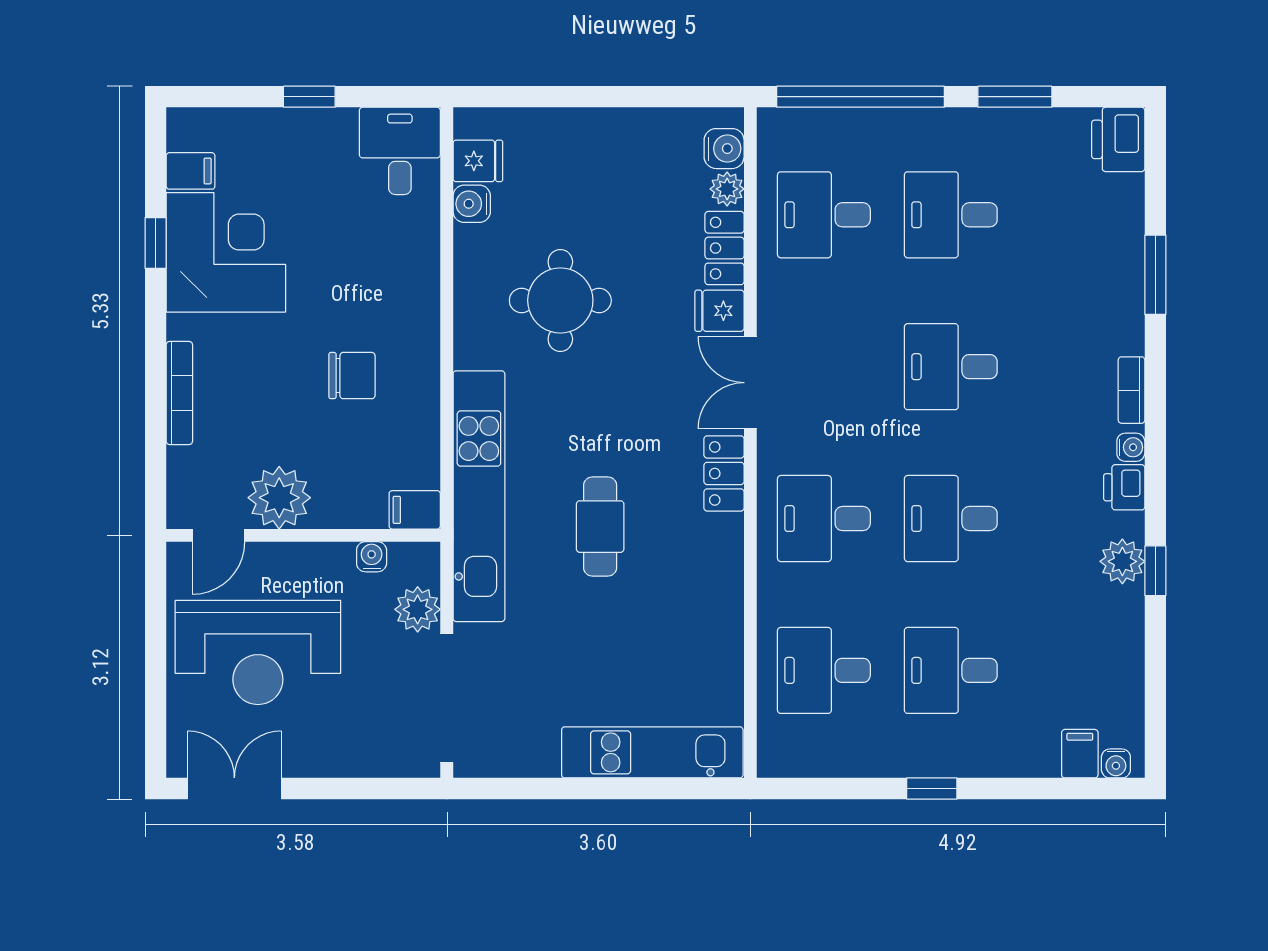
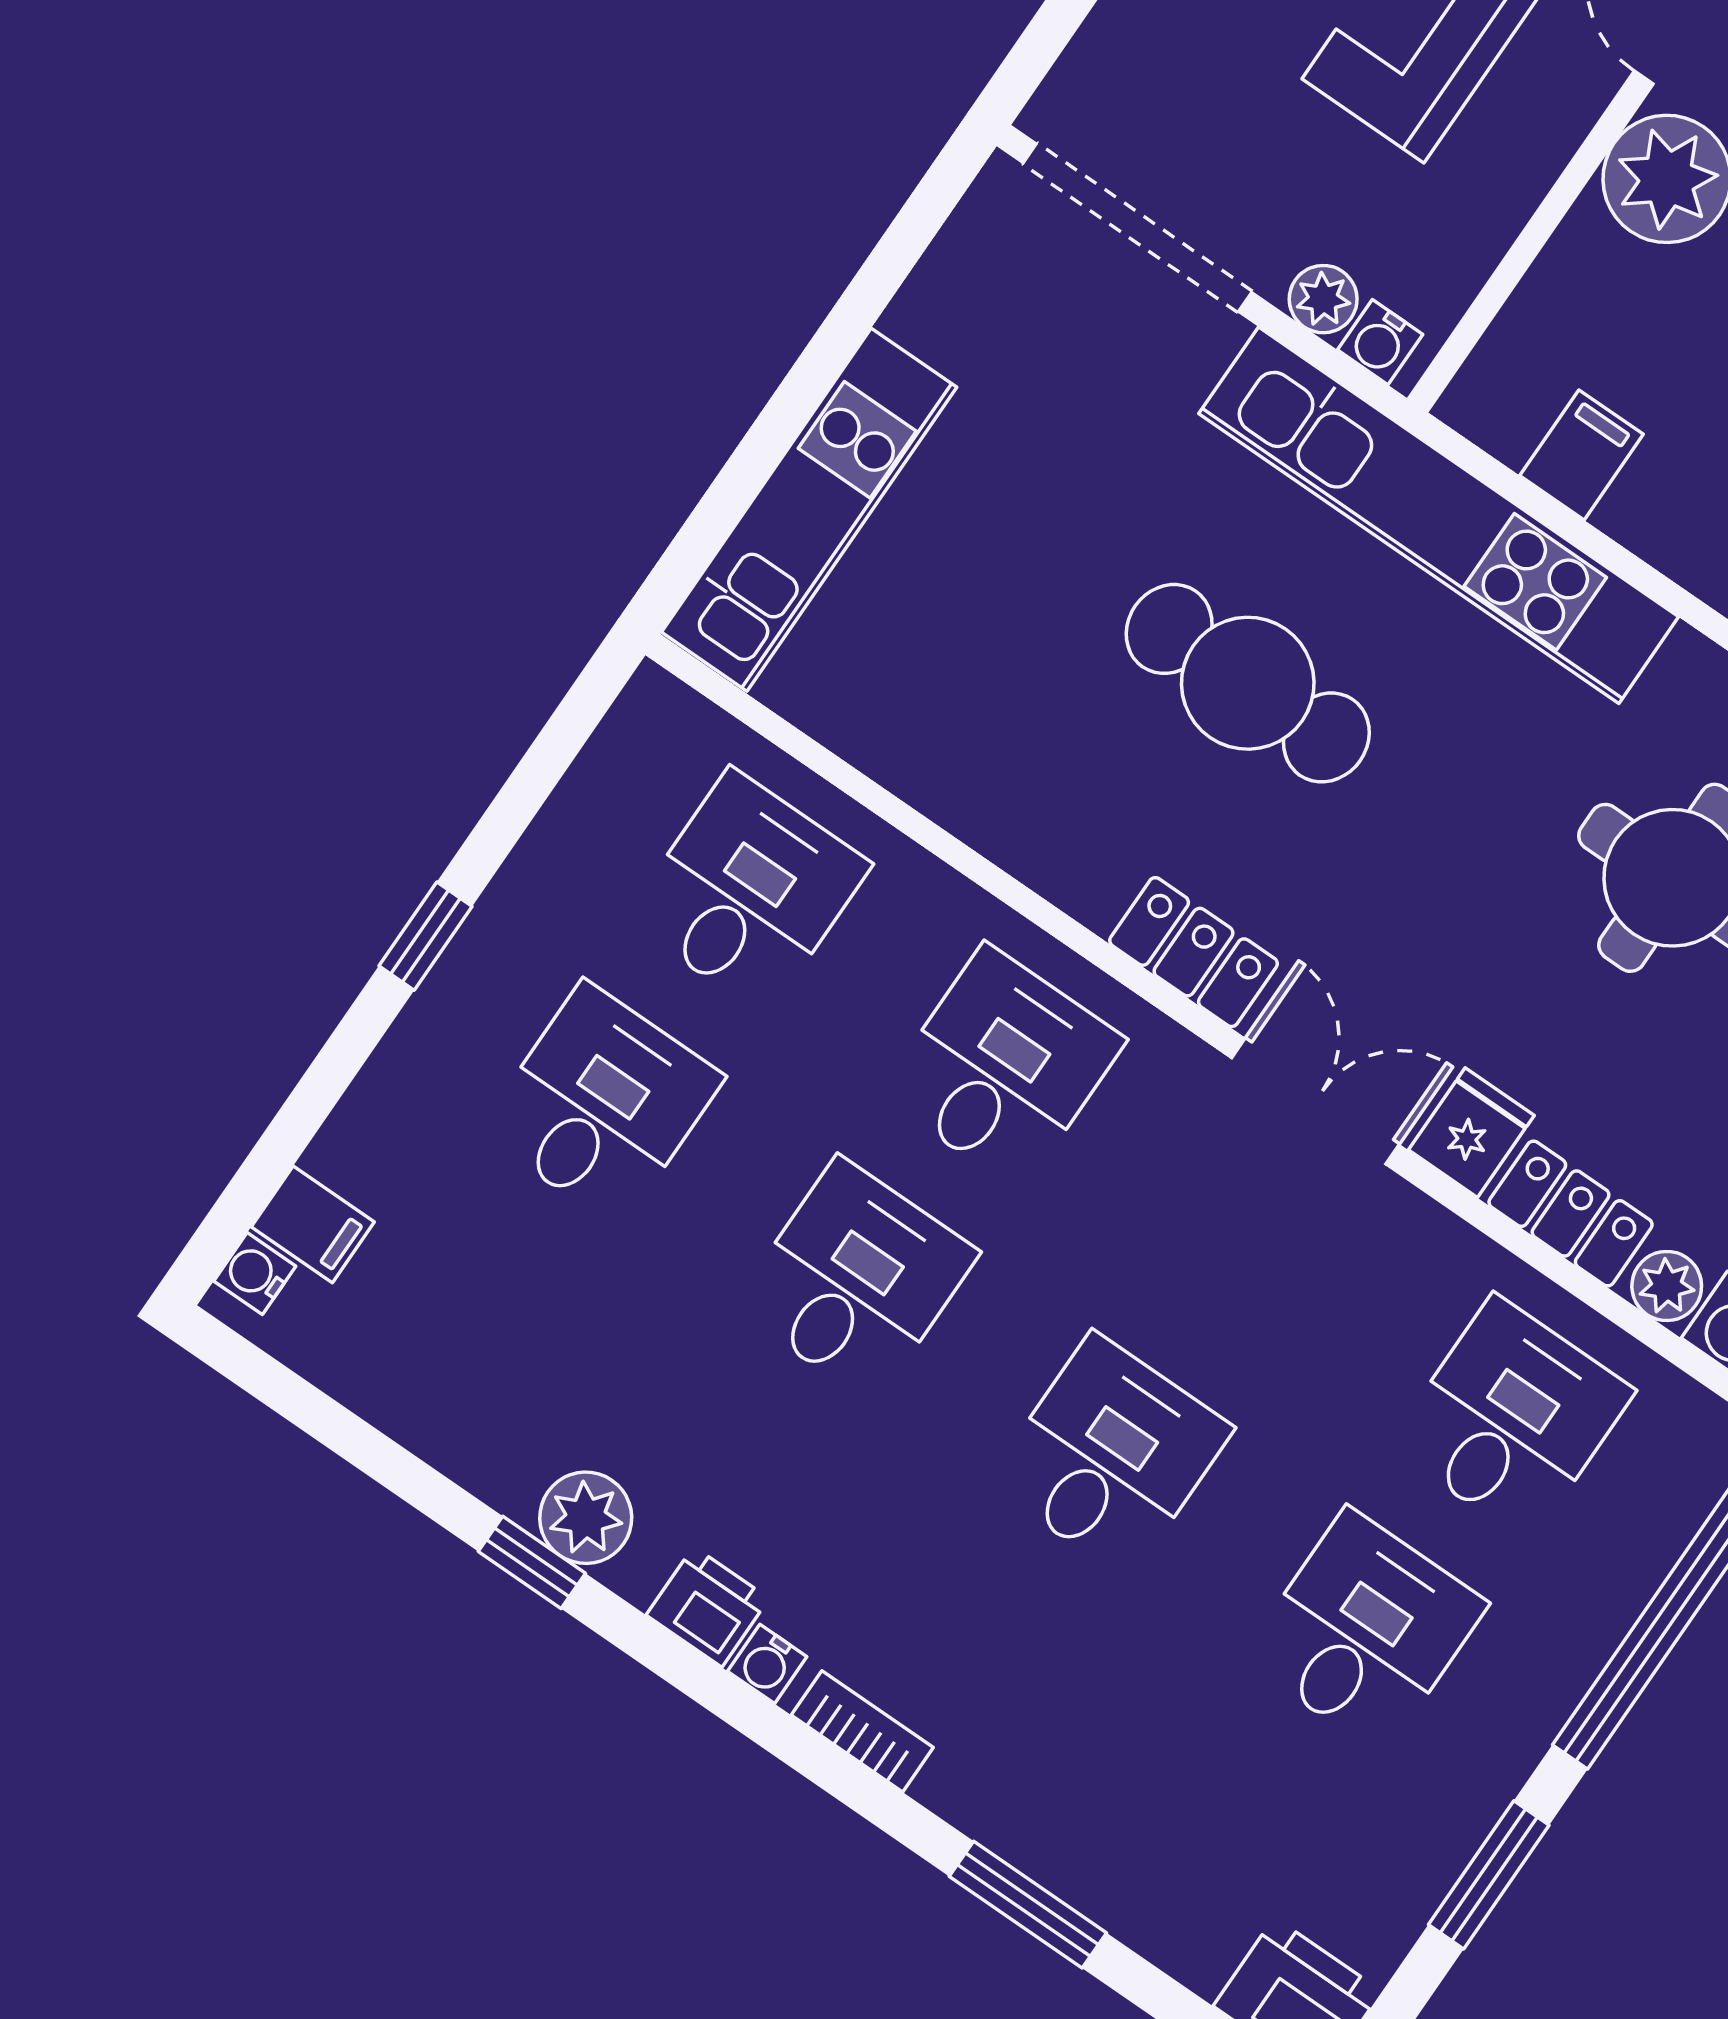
filing cabinet: (415, 510) -> (1581, 455), moved
cafe table: (600, 527) -> (1248, 683), width x1.37, depth x1.35
water cooler: (372, 557) -> (1380, 342), moved, turned 90
plant: (418, 609) -> (1323, 299), width x0.73, depth x0.73

